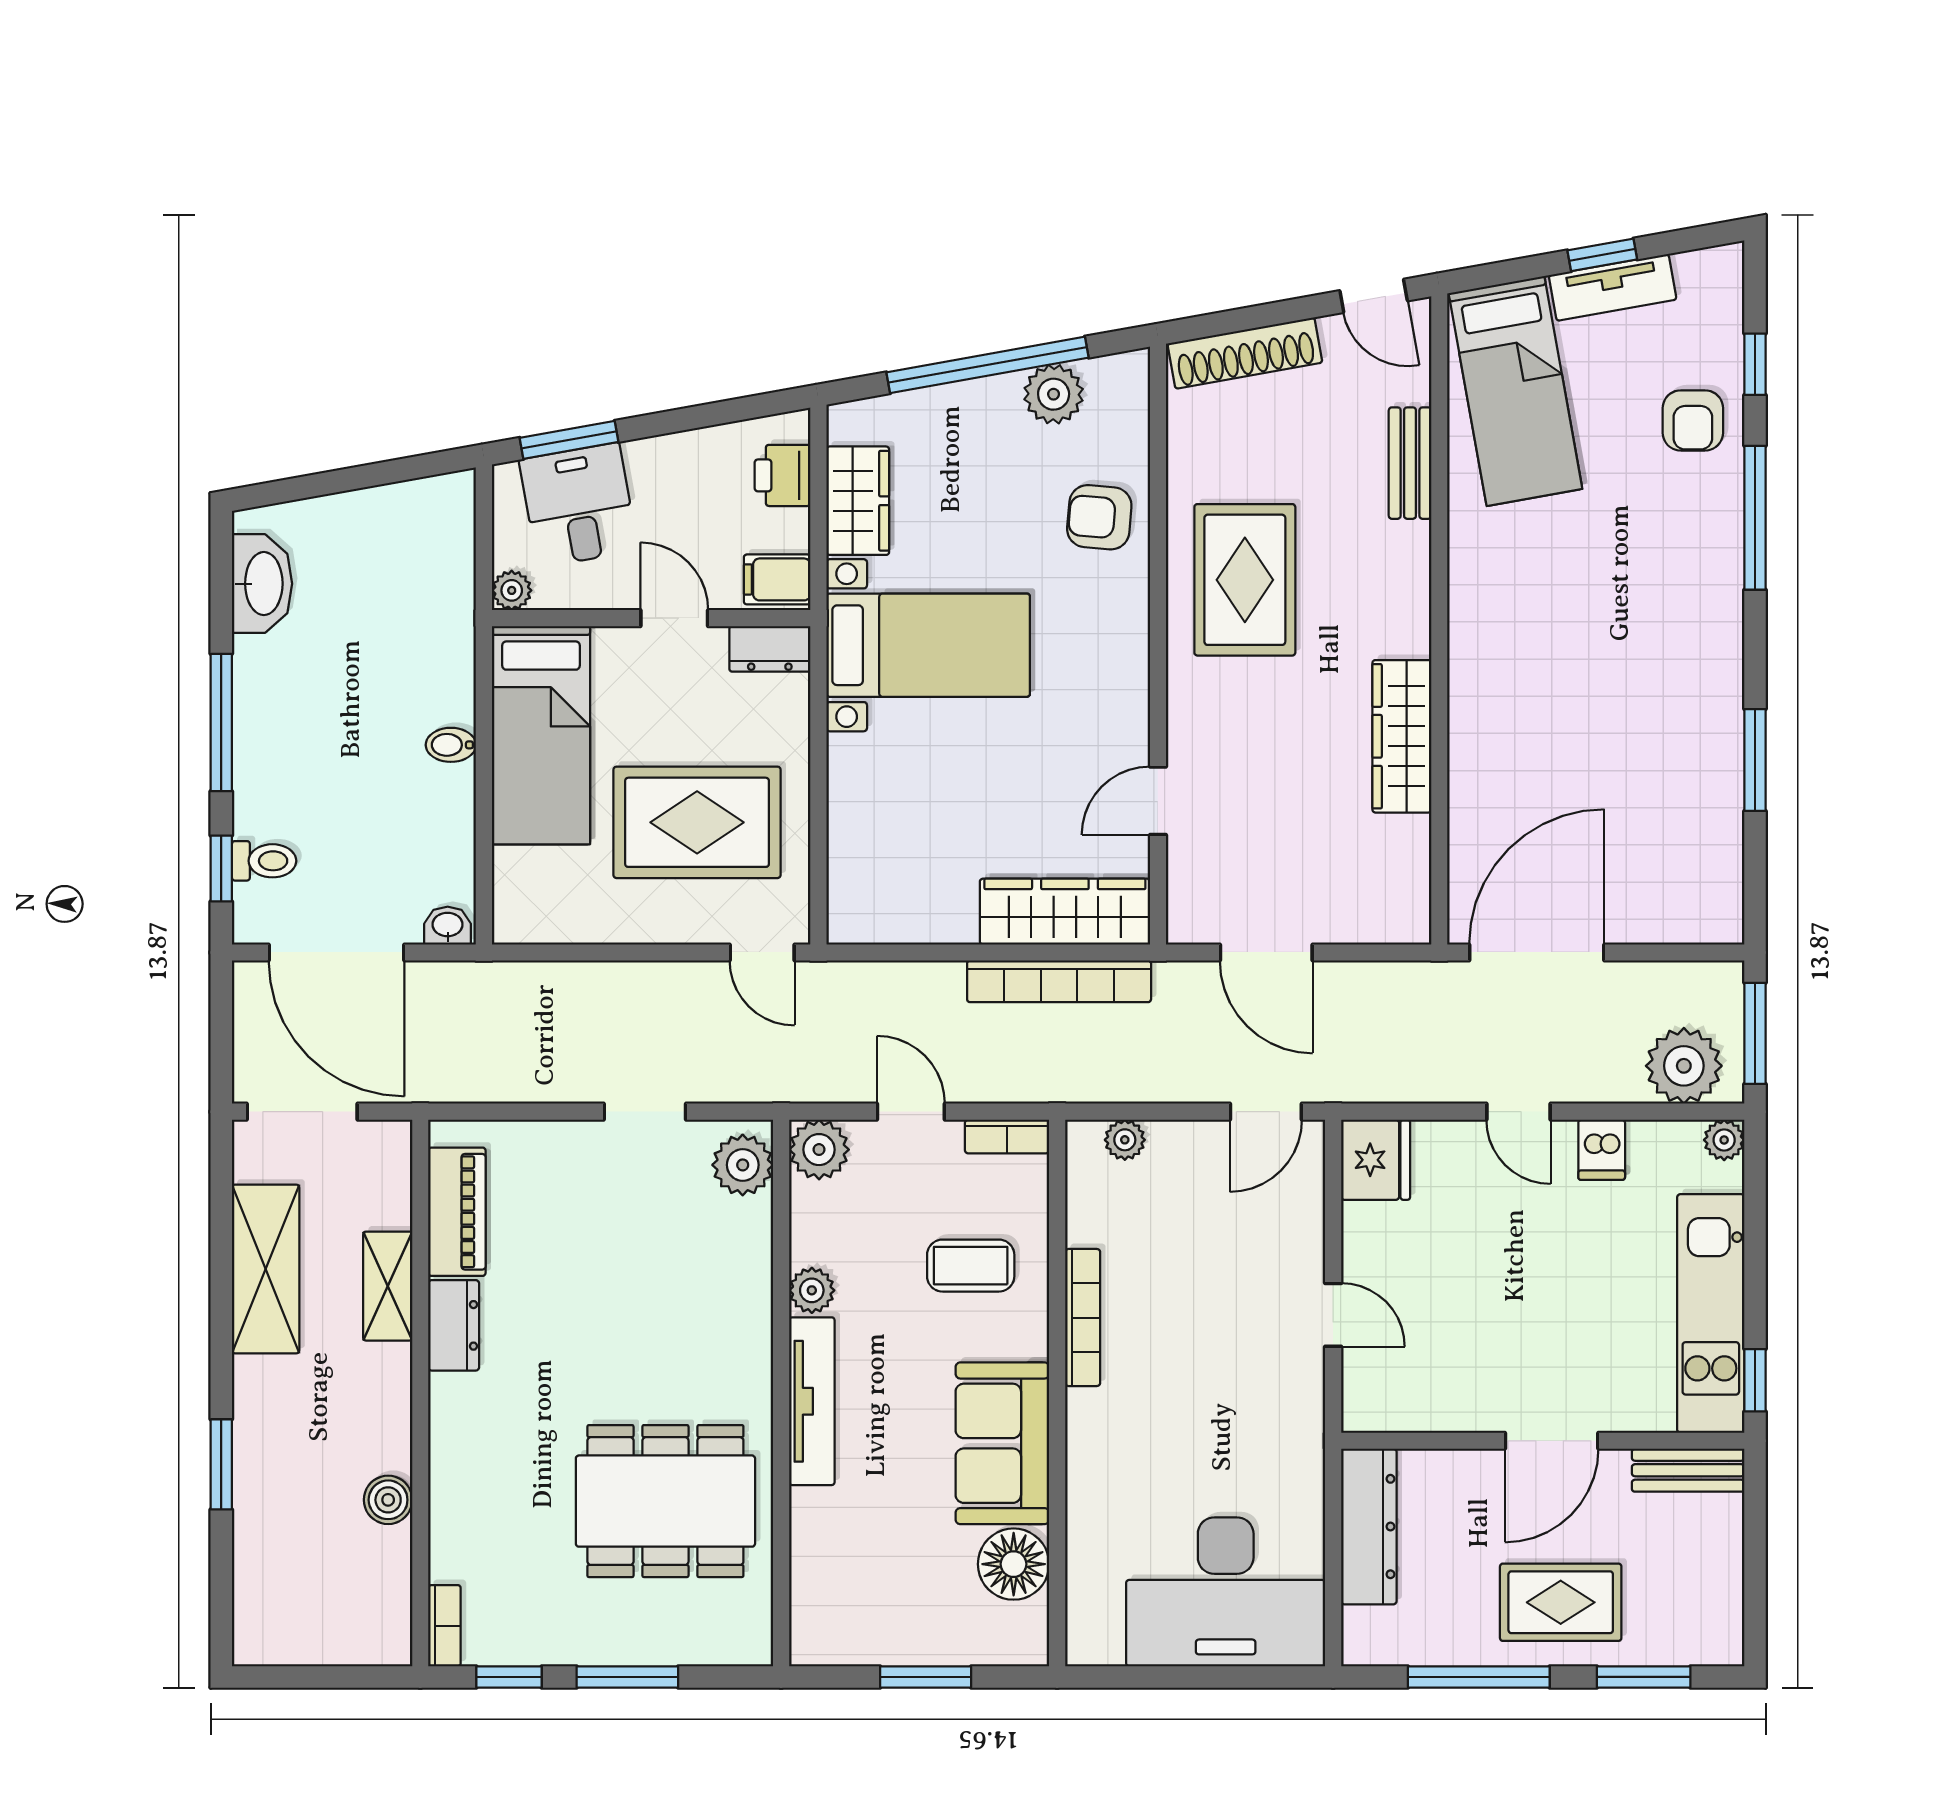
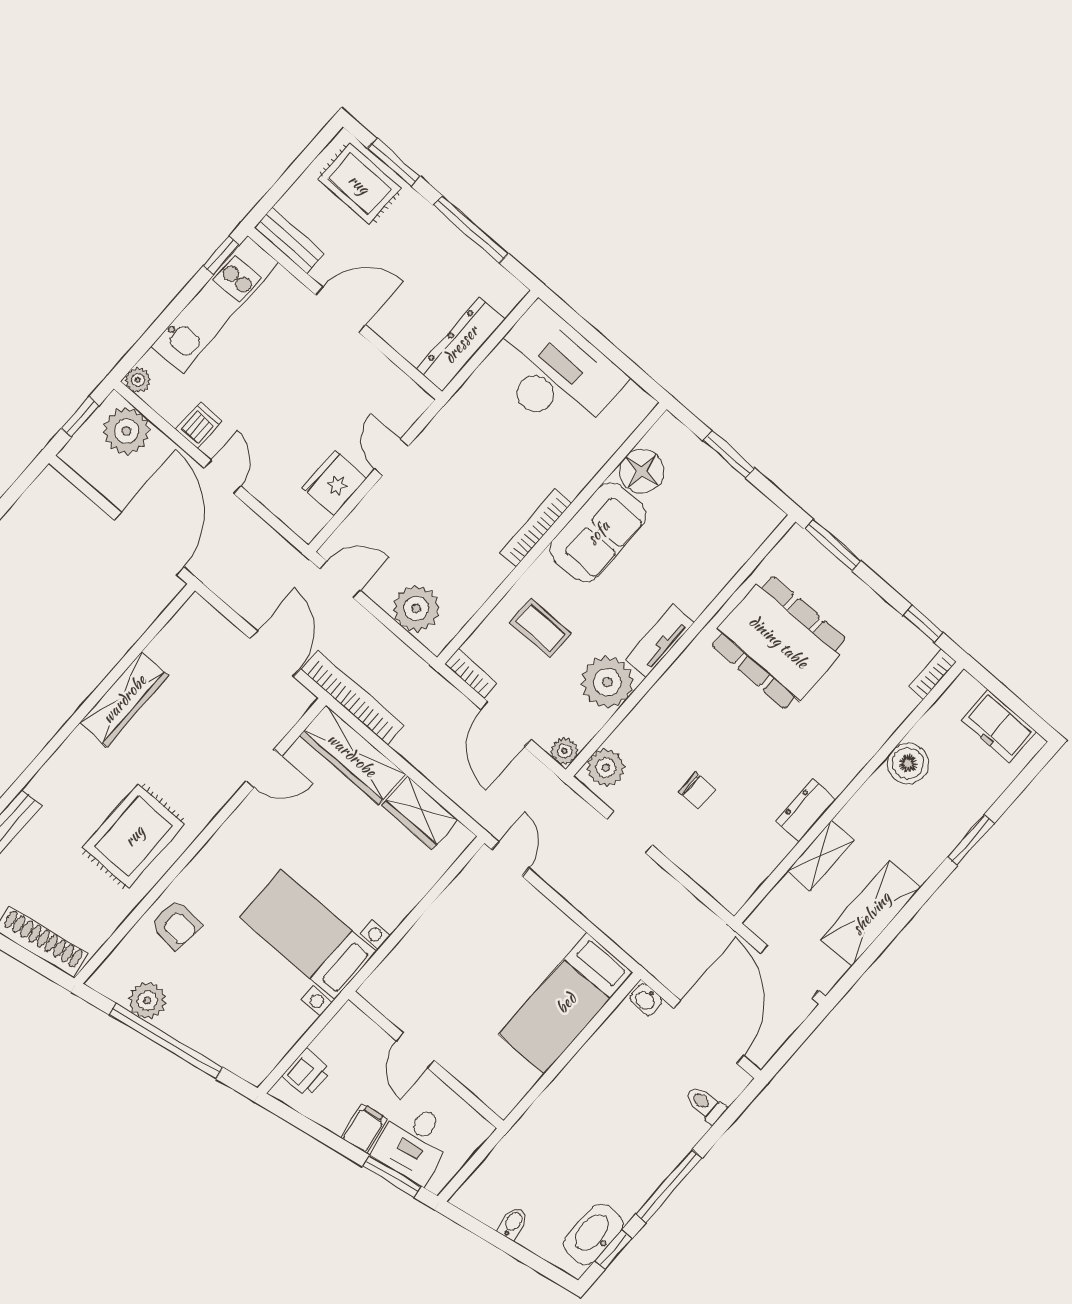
wardrobe: (858, 501) -> (420, 812), moved, turned -90
filing cabinet: (777, 579) -> (364, 1128), moved, turned -100
plant: (512, 590) -> (480, 1130), removed
dresser: (770, 649) -> (383, 997), removed
bed: (541, 735) -> (566, 1003), moved, turned 180
bidet: (451, 745) -> (513, 1223), moved, turned -100
rug: (697, 822) -> (488, 946), removed
window: (221, 868) -> (613, 1250), moved
door: (1537, 952) -> (149, 544), swing flipped
bookcase: (1059, 981) -> (352, 697), moved
window: (1755, 1033) -> (80, 417), width x0.67
door: (911, 1112) -> (506, 724), width x1.38
plant: (1125, 1140) -> (416, 609), width x1.88, depth x1.88
plant: (819, 1150) -> (564, 751), width x0.73, depth x0.73
fridge: (1376, 1160) -> (334, 483), moved
piano: (457, 1212) -> (758, 862), removed
chair: (608, 1234) -> (697, 790), added
plant: (812, 1290) -> (607, 682), width x1.87, depth x1.87
bookcase: (1083, 1318) -> (536, 528), moved
tv unit: (812, 1401) -> (660, 641), width x0.71
boiler: (388, 1500) -> (908, 763), width x1.36, depth x1.36
rug: (1561, 1602) -> (359, 184), moved
freezer: (308, 1633) -> (999, 726), added
window: (627, 1677) -> (833, 545), moved

